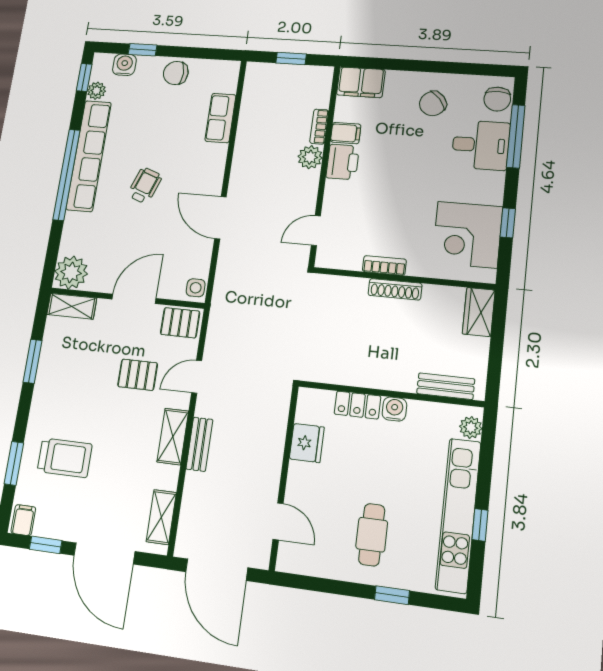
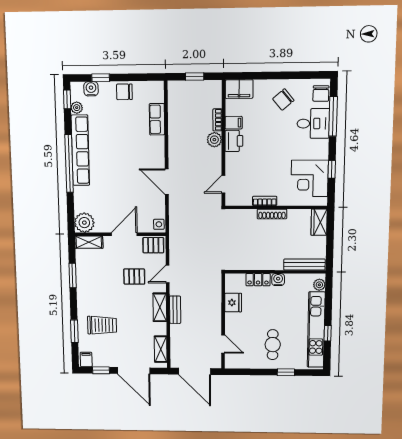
wheelchair: (145, 186) -> (118, 166), removed
bench: (446, 386) -> (304, 265), width x1.36

